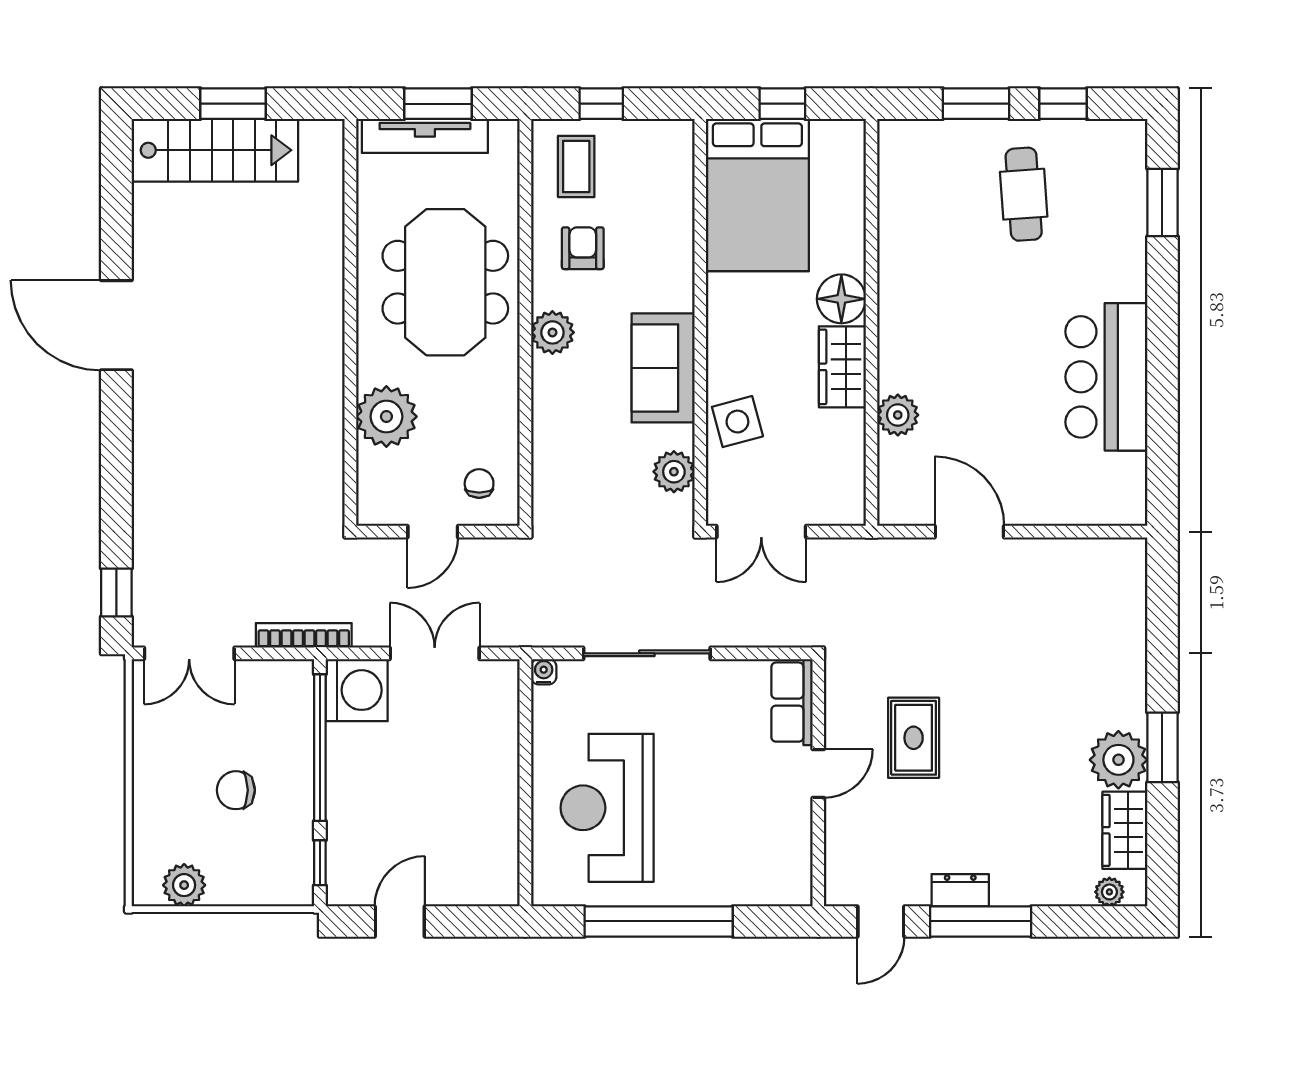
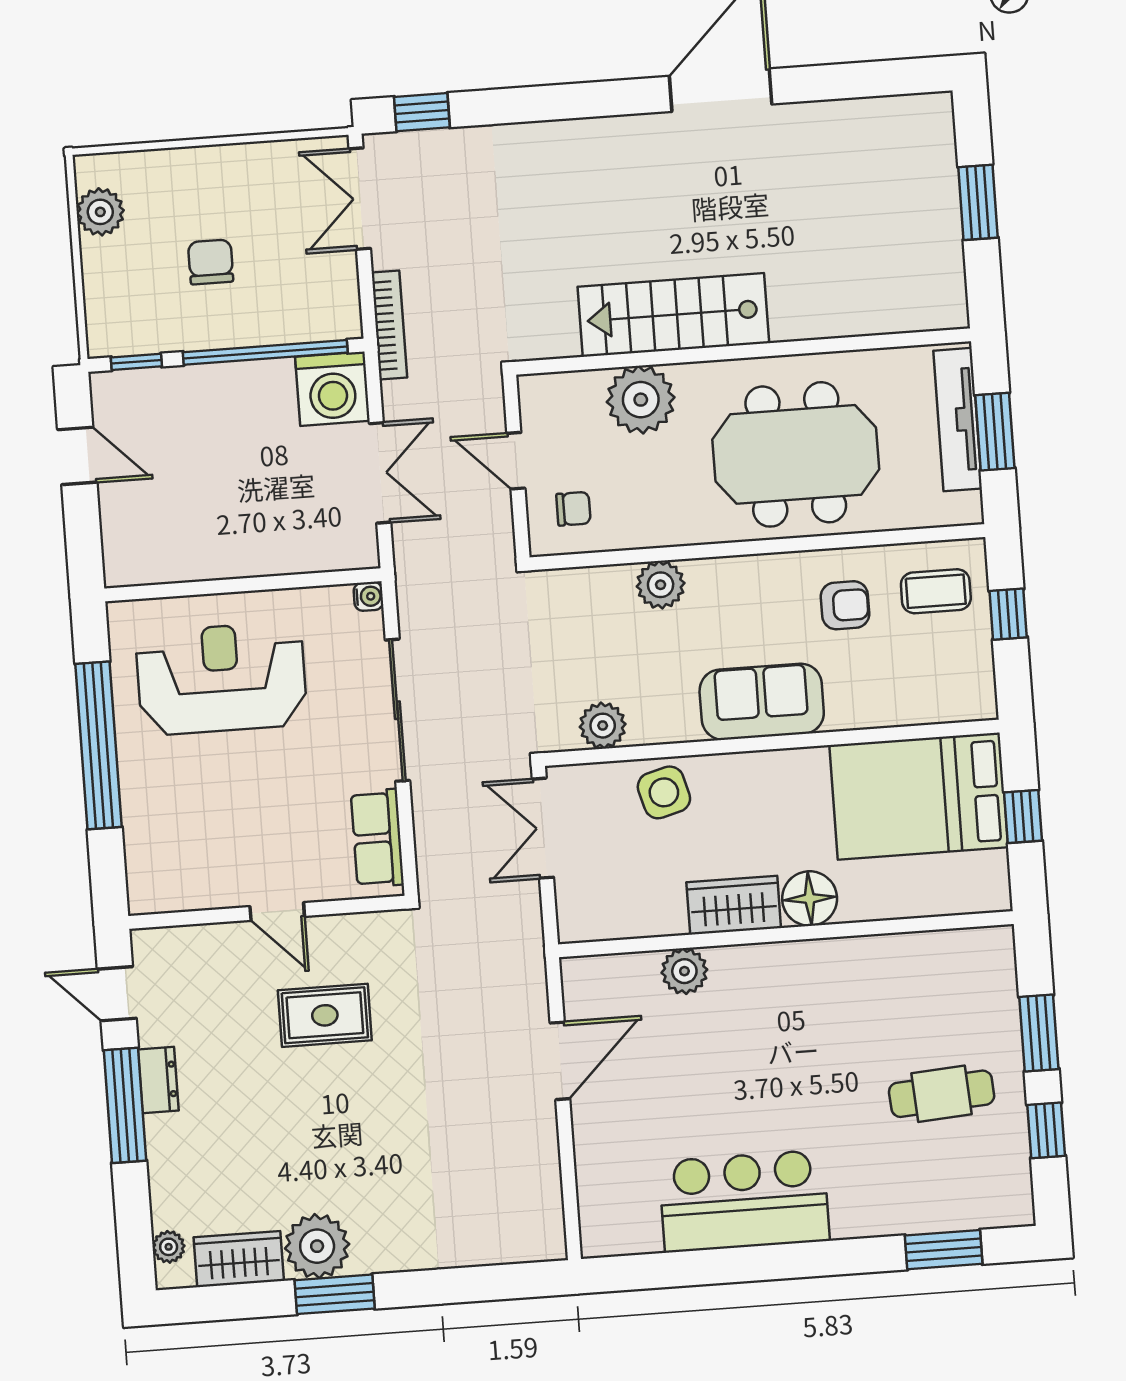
stairs: (215, 150) -> (673, 315), moved, turned 90
plant: (552, 332) -> (661, 585), moved
sofa: (663, 368) -> (762, 702), moved
row of seats: (792, 702) -> (377, 838), moved, turned -90

